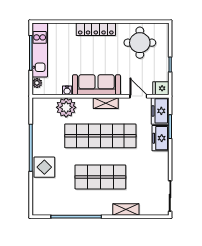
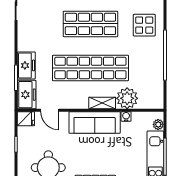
shelving: (106, 103) -> (102, 103), moved
display table: (44, 167) -> (144, 25), moved

